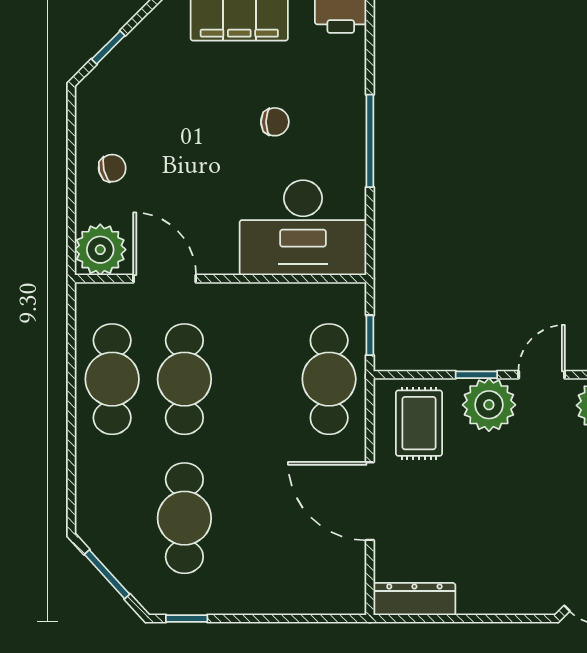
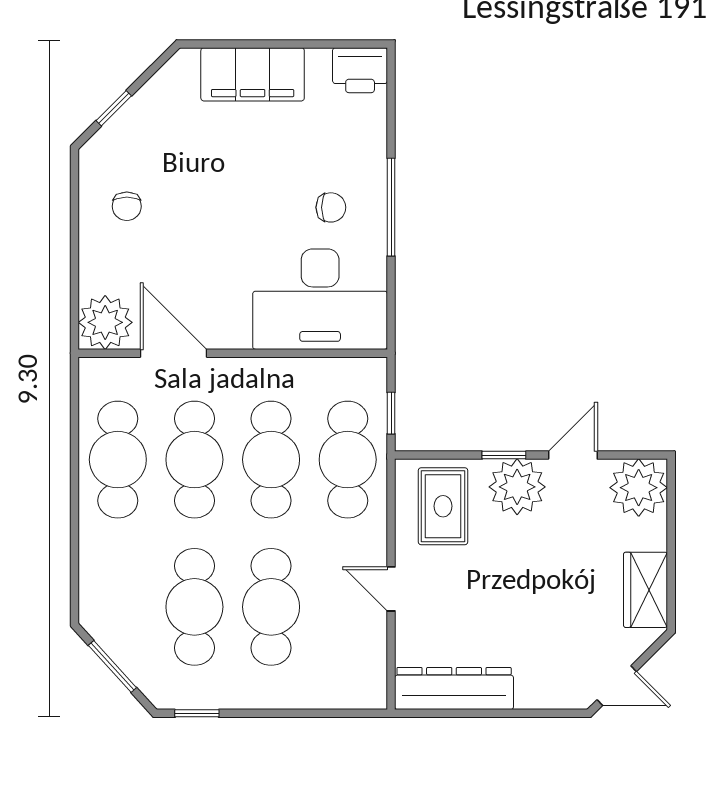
chair: (275, 122) -> (331, 207), moved
chair: (112, 168) -> (127, 206), moved, turned 104
cafe table: (257, 379) -> (271, 460), added
door: (370, 501) -> (391, 589), width x0.53
cafe table: (257, 518) -> (271, 607), added
dresser: (414, 599) -> (454, 688), width x1.37, depth x1.24

